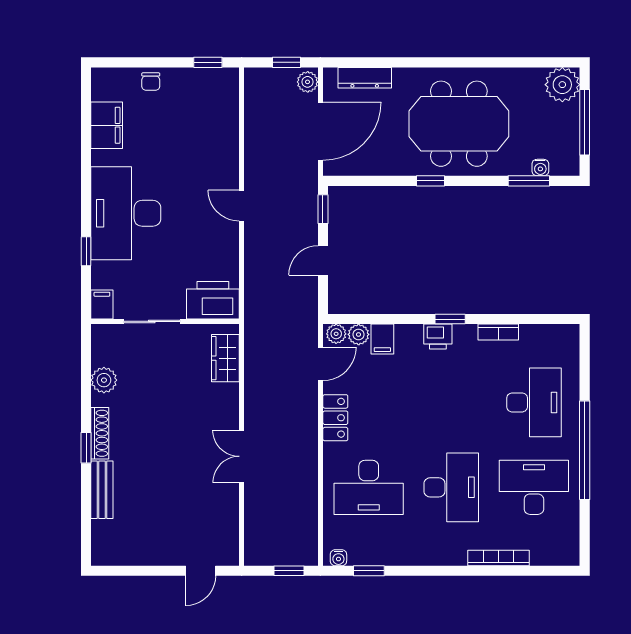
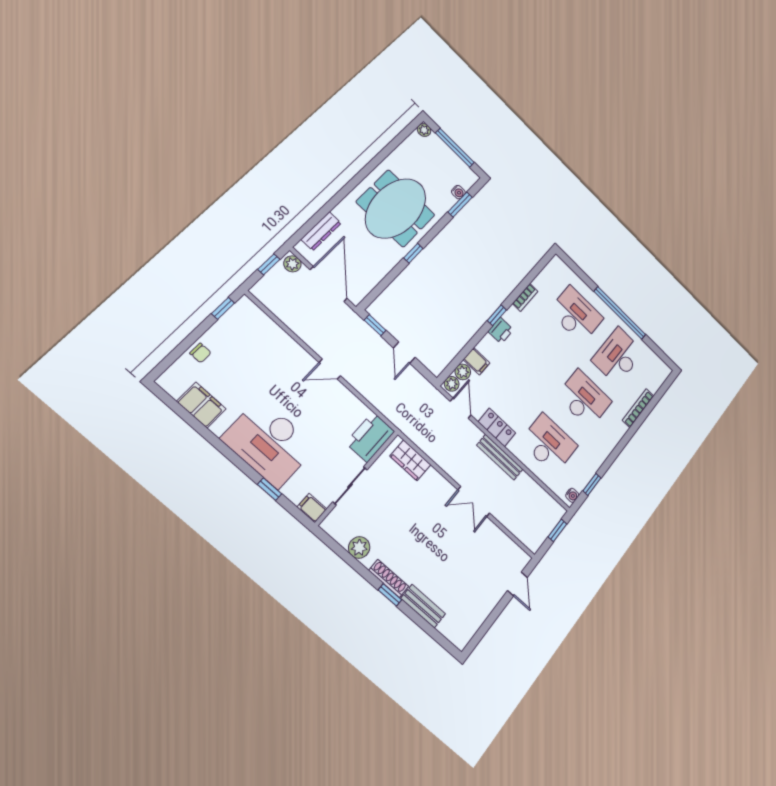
plant: (562, 85) -> (424, 130), width x0.53, depth x0.53
bench: (308, 446) -> (500, 457), added
desk: (369, 487) -> (549, 444), turned -90

